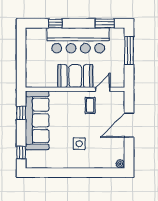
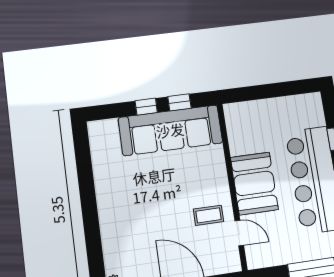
side table: (79, 144) -> (140, 206), removed
window: (21, 152) -> (146, 107), moved

